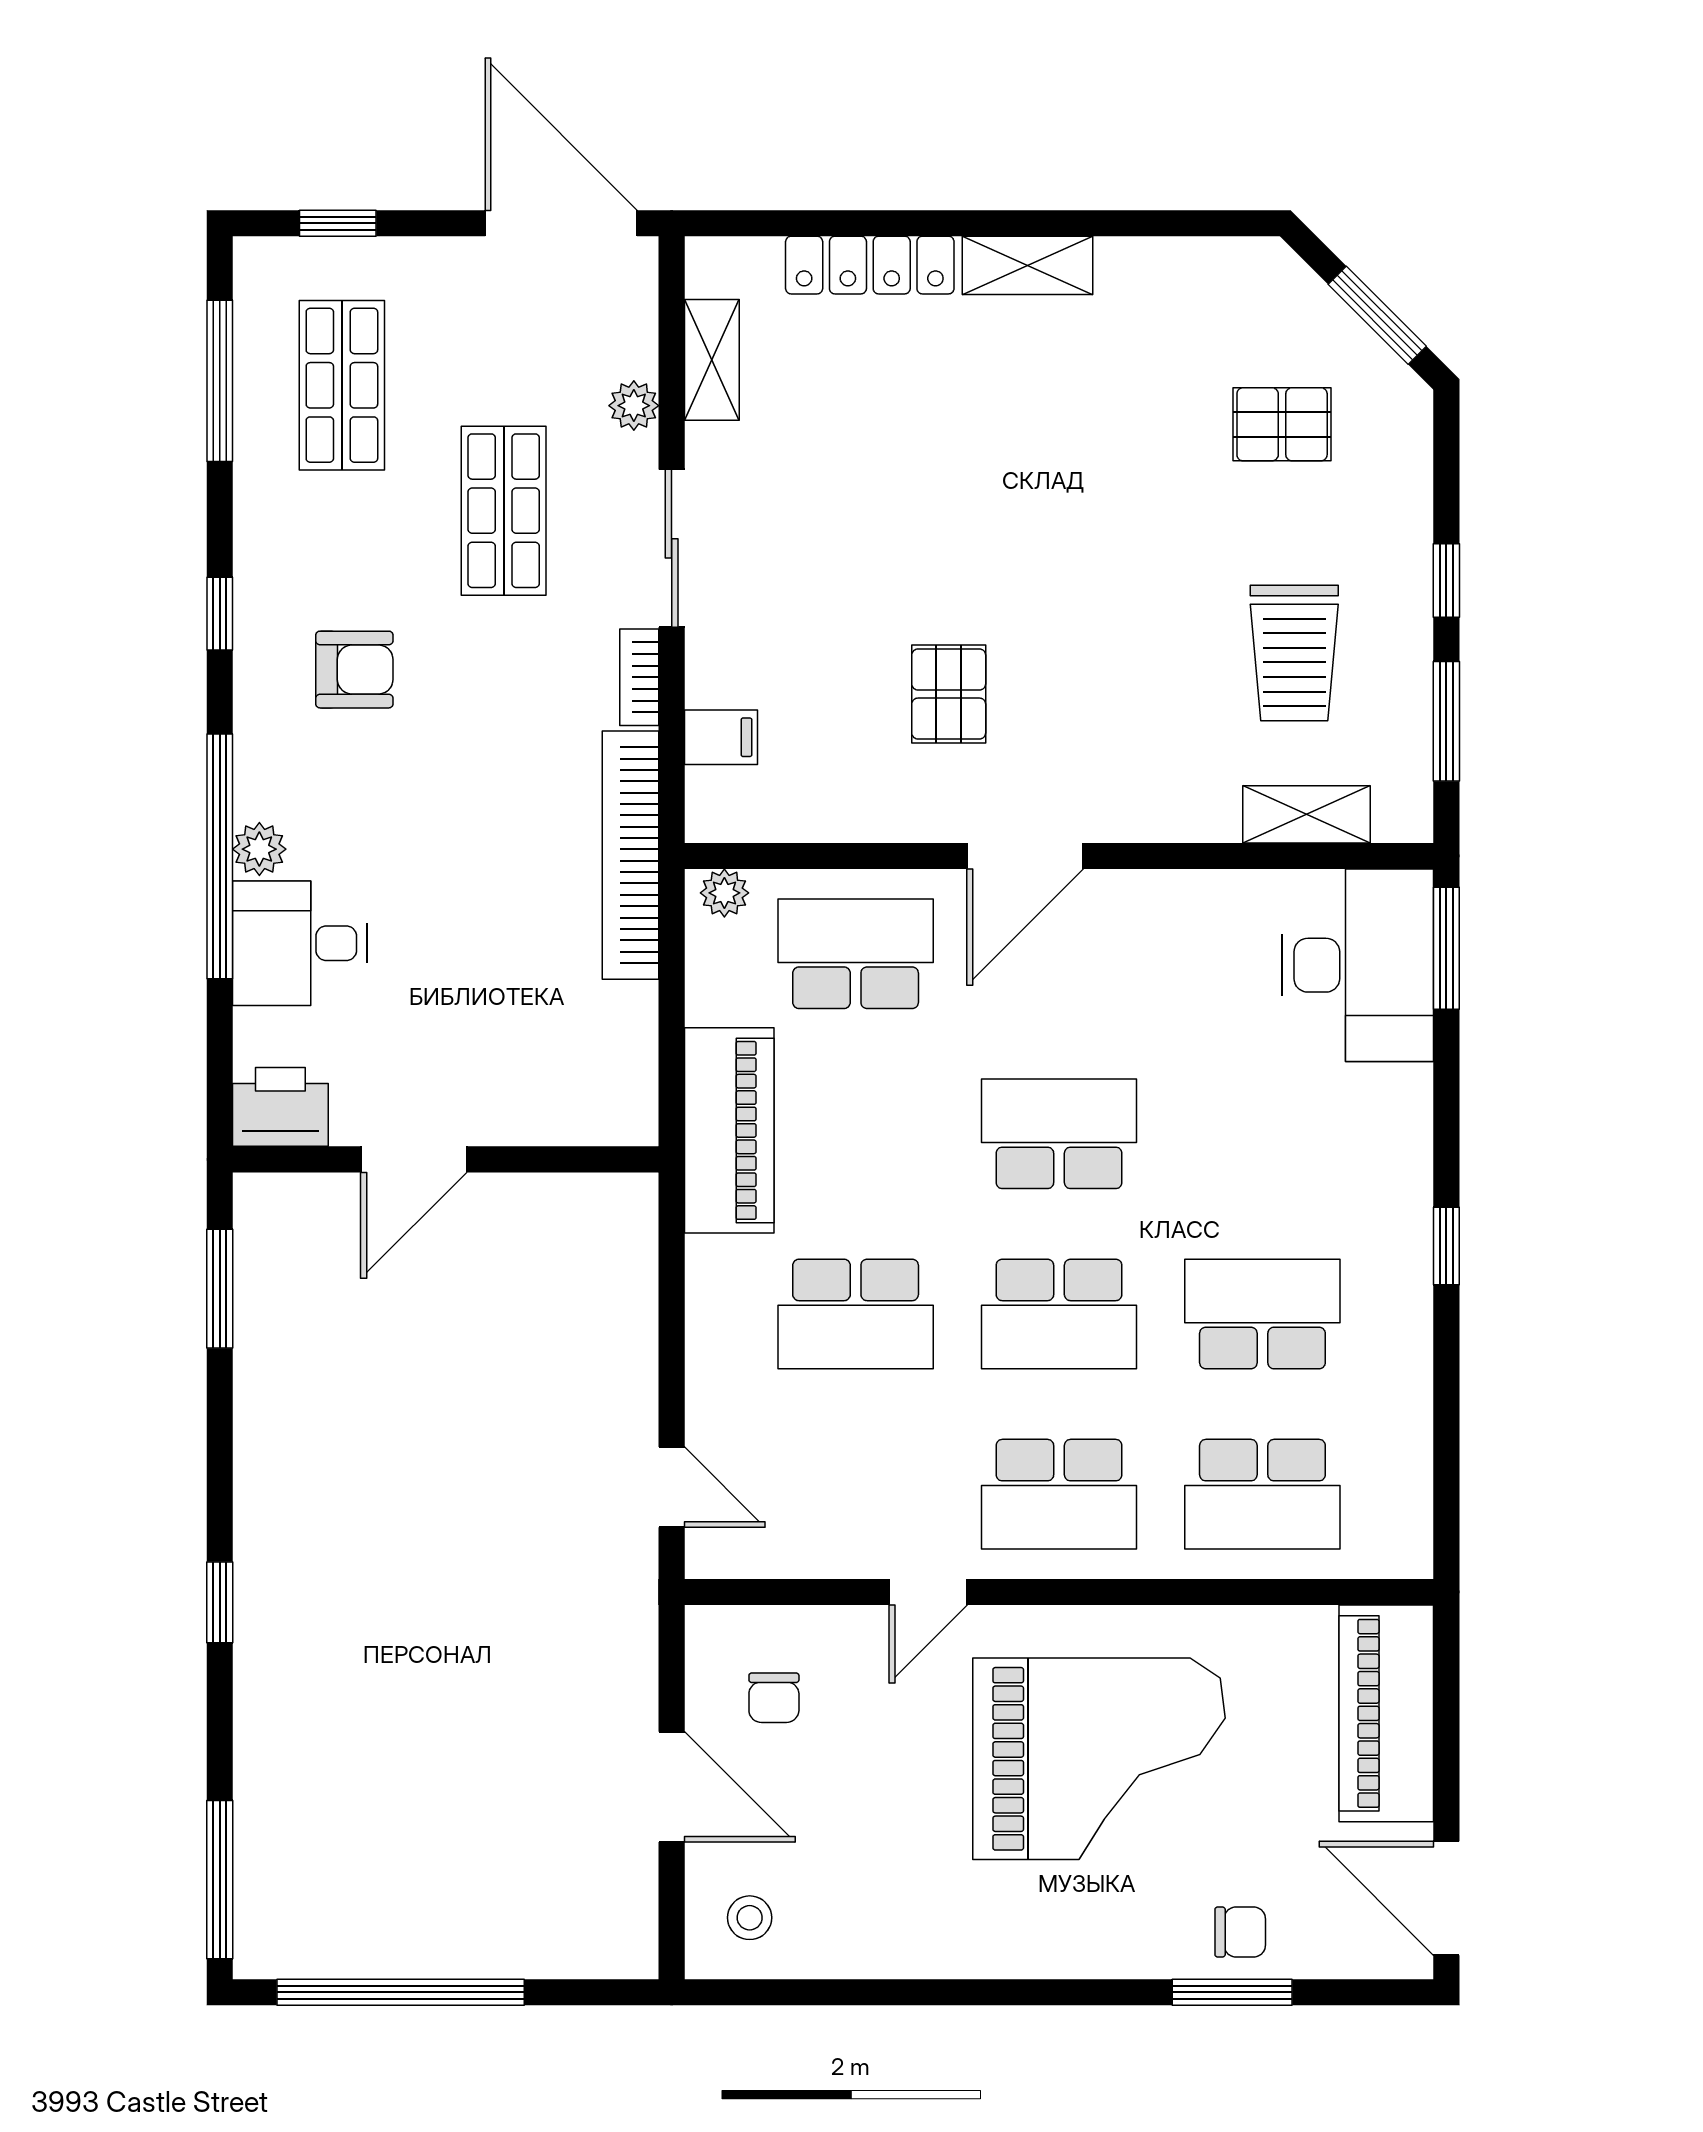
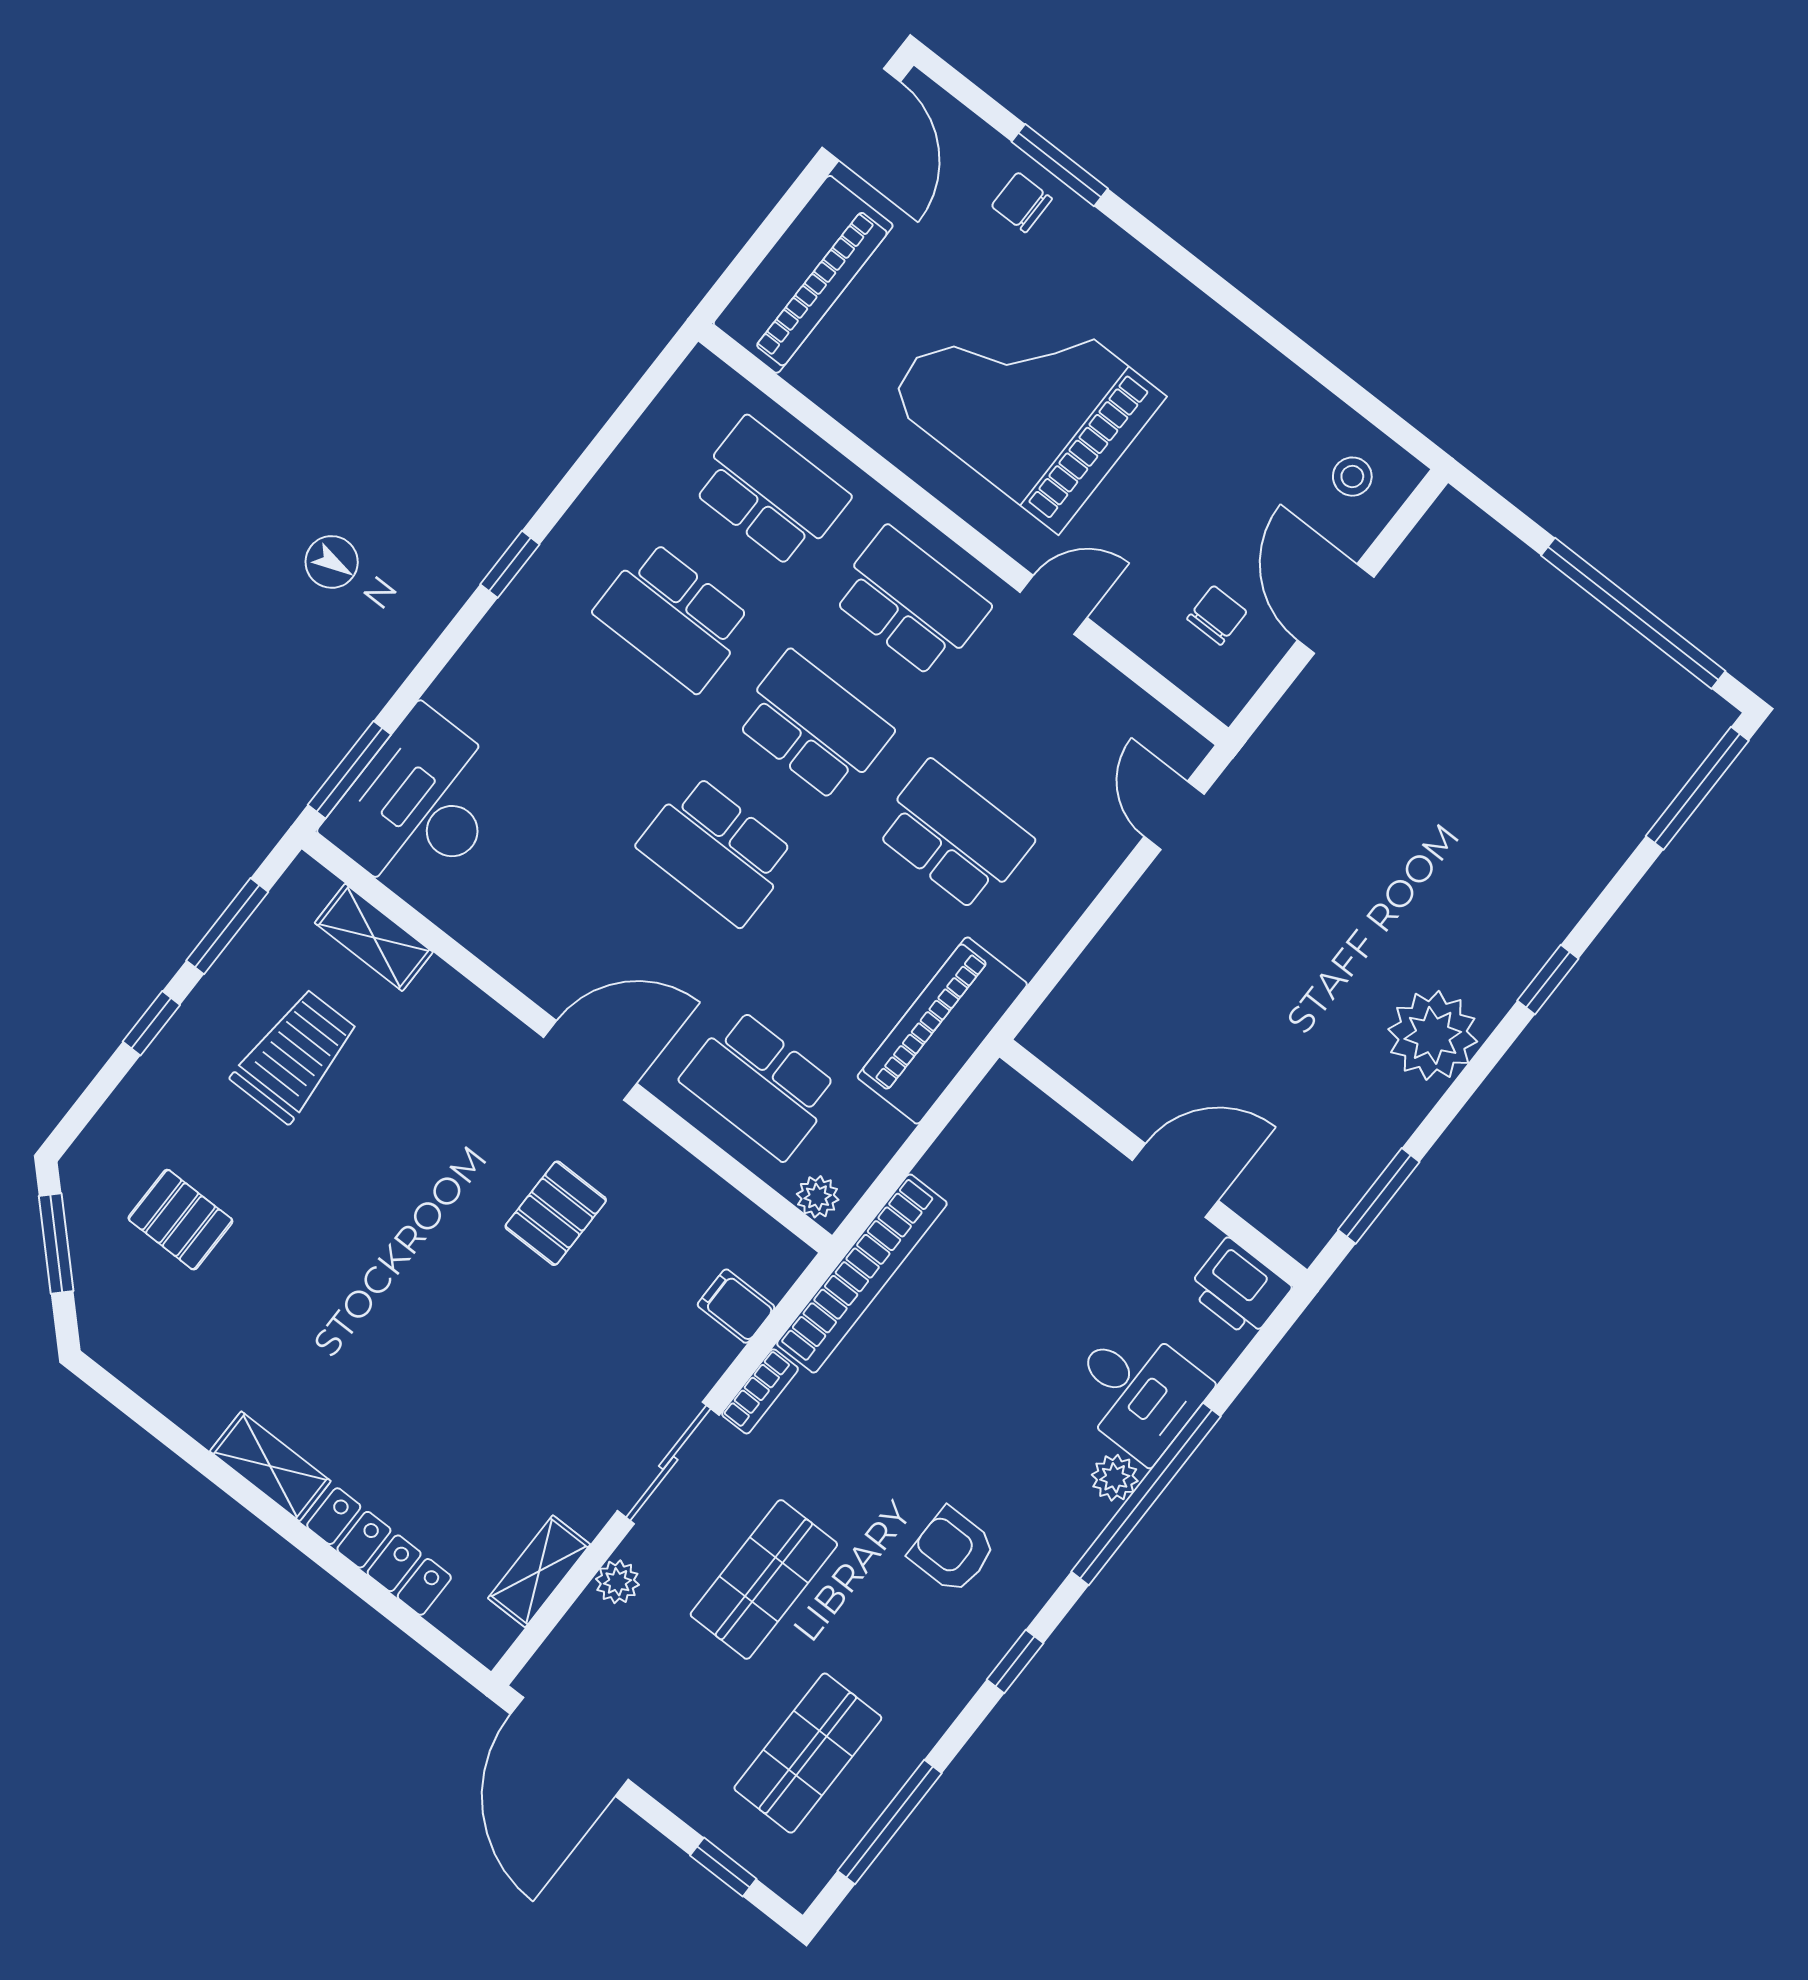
plant: (284, 1471) -> (1433, 1035), added

